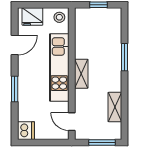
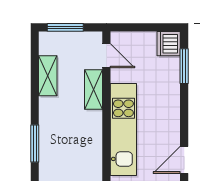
shelving: (81, 74) -> (94, 89), moved
window: (15, 89) -> (184, 66), moved

